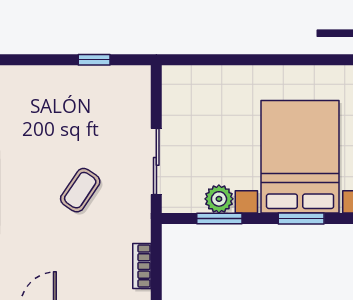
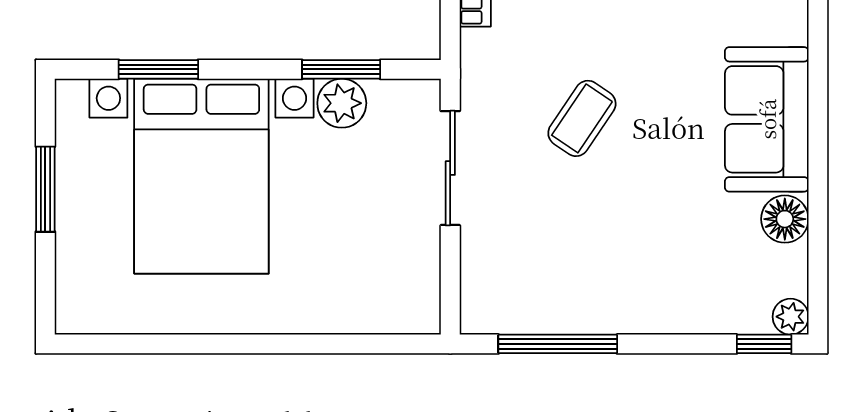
window: (94, 60) -> (558, 344), width x2.17
window: (301, 218) -> (158, 69), moved

